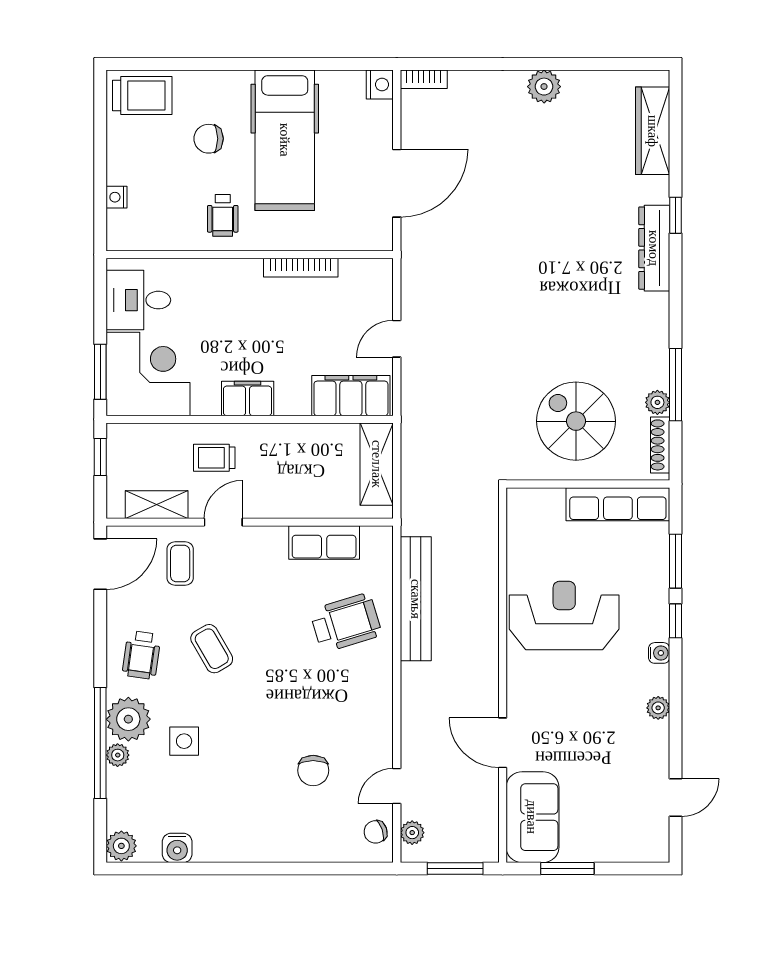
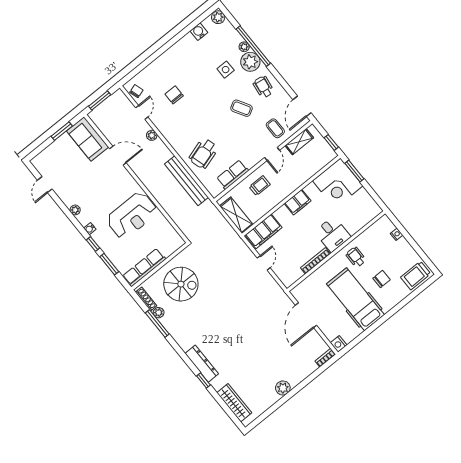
desk: (138, 300) -> (333, 234), moved, turned 90
trolley: (214, 458) -> (260, 186), moved
plant: (412, 833) -> (152, 135), moved

